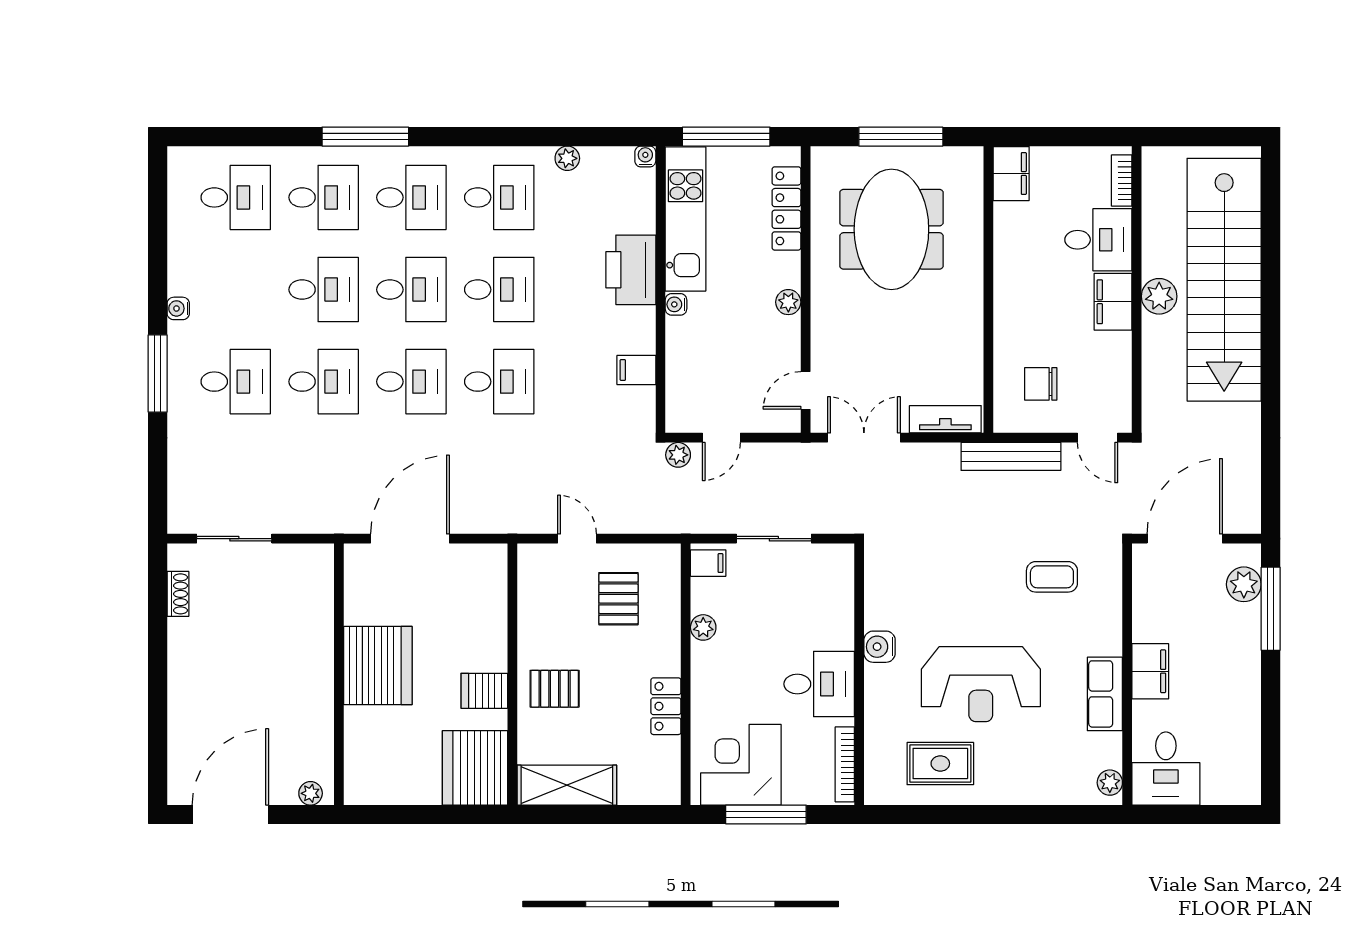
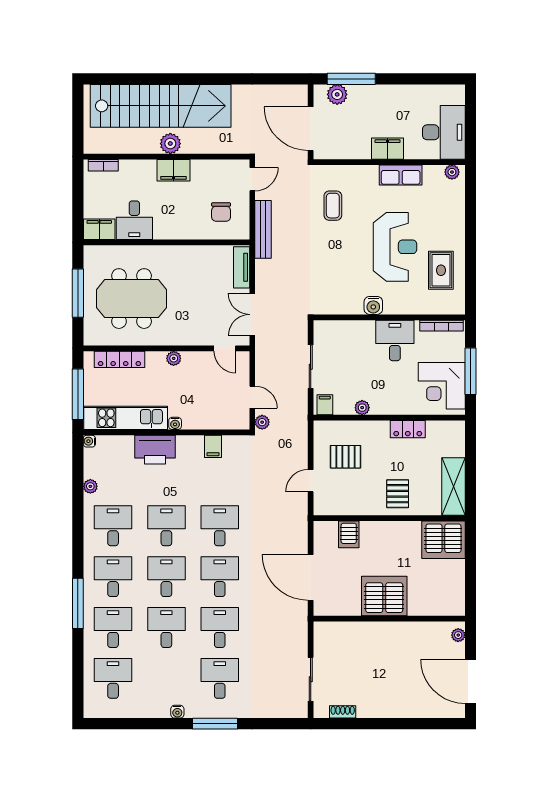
desk: (1098, 240) -> (134, 220), moved, turned 180
server rack: (484, 691) -> (349, 534), moved
desk: (1166, 768) -> (444, 132), width x1.37

